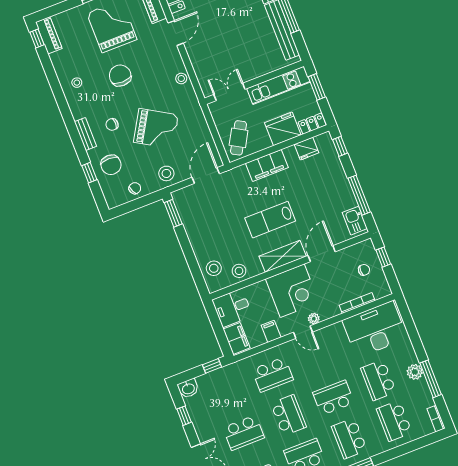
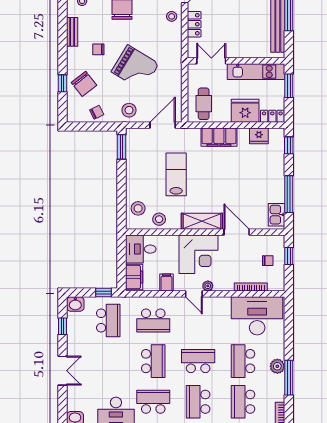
locker: (198, 62) -> (194, 24), added
stool: (181, 79) -> (172, 16), moved
bench: (85, 134) -> (72, 32), moved
cafe table: (239, 138) -> (204, 104), turned -30
chair: (111, 165) -> (84, 84), turned -38
lab bench: (270, 220) -> (176, 174), moved, turned 90
door: (322, 254) -> (237, 232), hinge flipped
school desk: (244, 433) -> (108, 320), moved, turned -90

